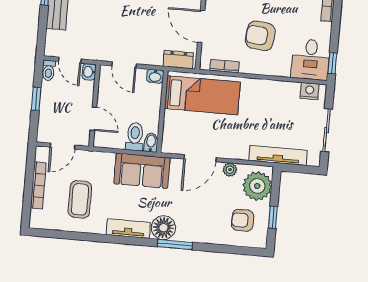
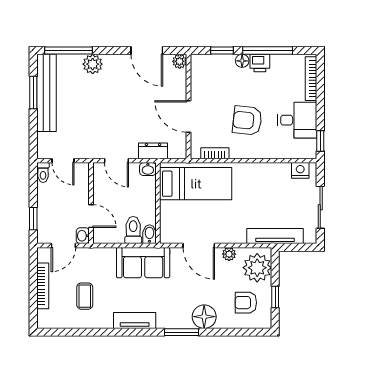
dresser: (178, 60) -> (153, 151), moved
desk: (311, 60) -> (297, 120), moved, turned -90
washbasin: (89, 72) -> (83, 236), moved
window: (36, 99) -> (33, 219), moved
door: (200, 158) -> (199, 246), hinge flipped
coffee table: (80, 199) -> (85, 296), width x0.73, depth x0.77
floor lamp: (163, 228) -> (204, 317), moved

